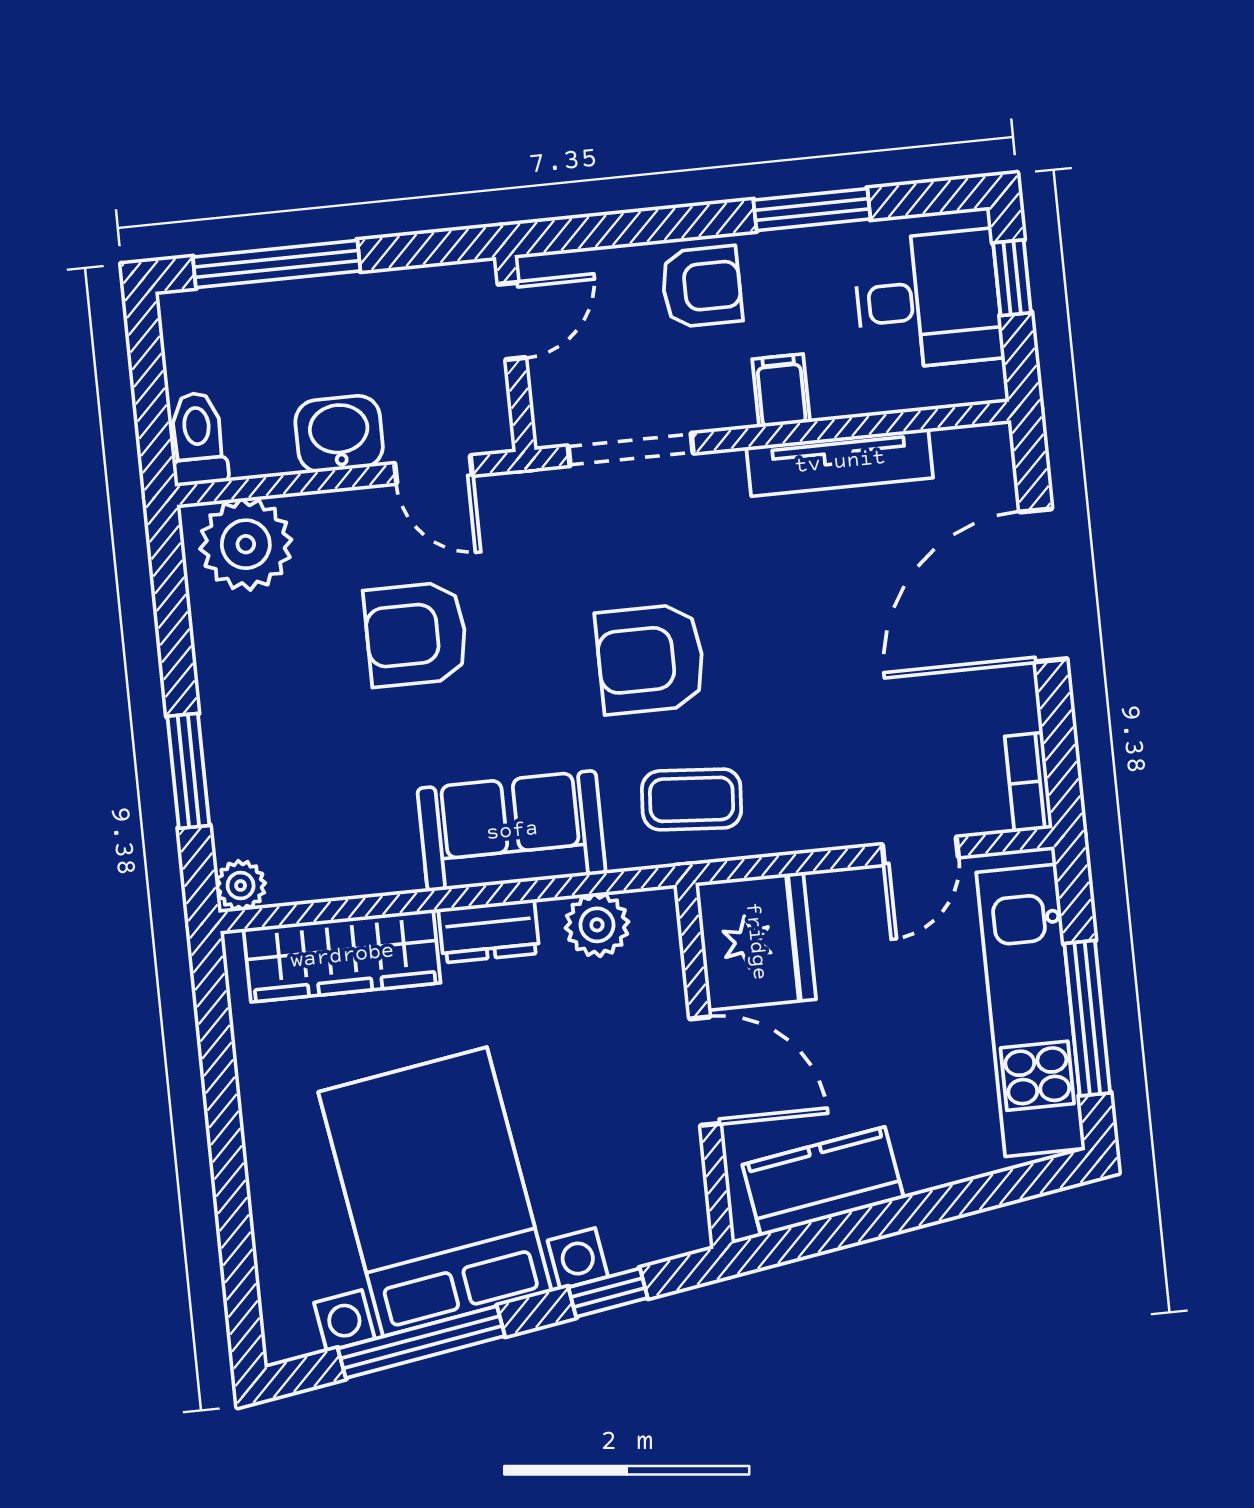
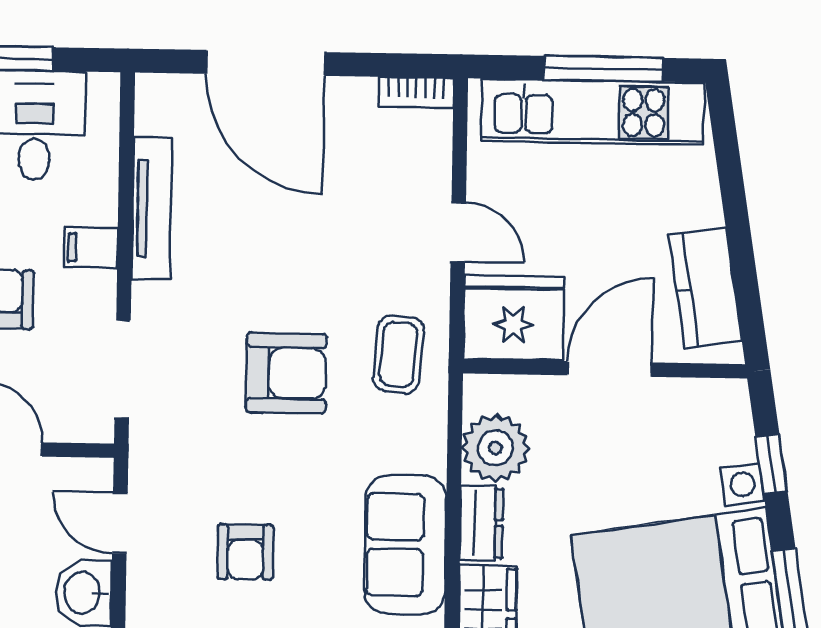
door: (434, 470) -> (120, 523), swing flipped
armchair: (416, 634) -> (245, 552), width x0.72, depth x0.72
armchair: (650, 659) -> (286, 373), turned -90
sofa: (512, 831) -> (405, 545), moved
door: (920, 851) -> (458, 232), moved
plant: (597, 925) -> (495, 448), width x1.36, depth x1.36

